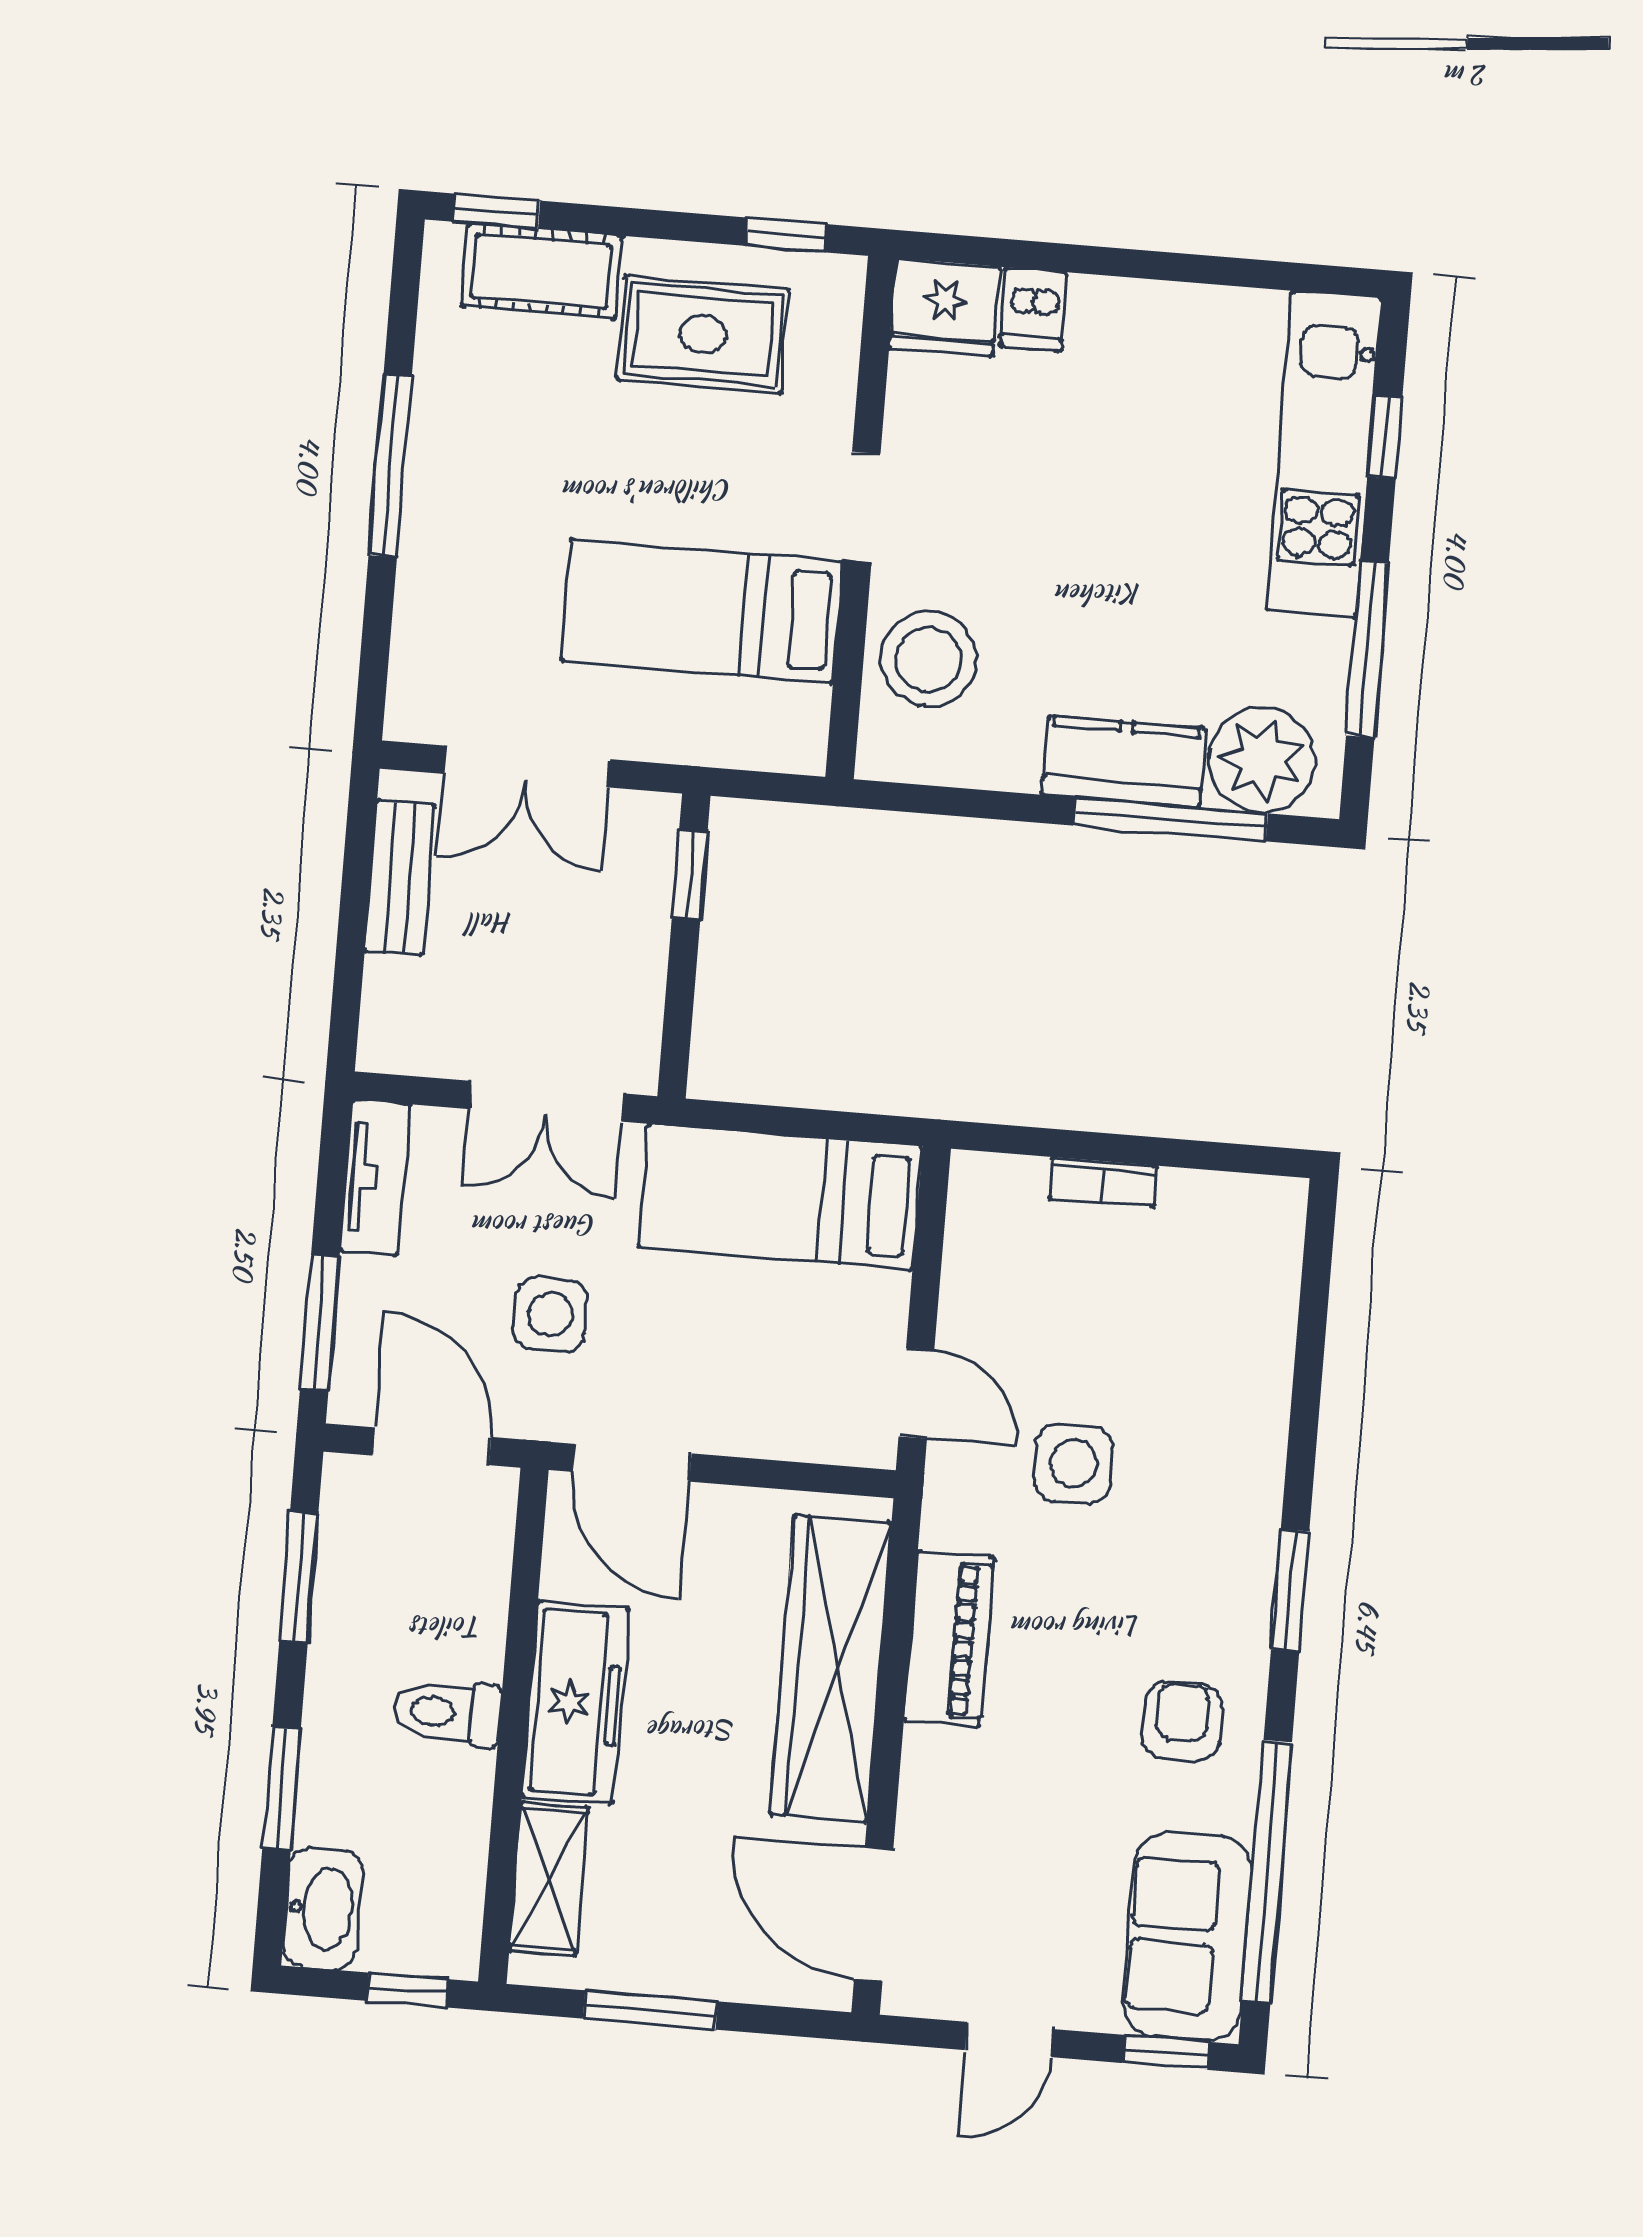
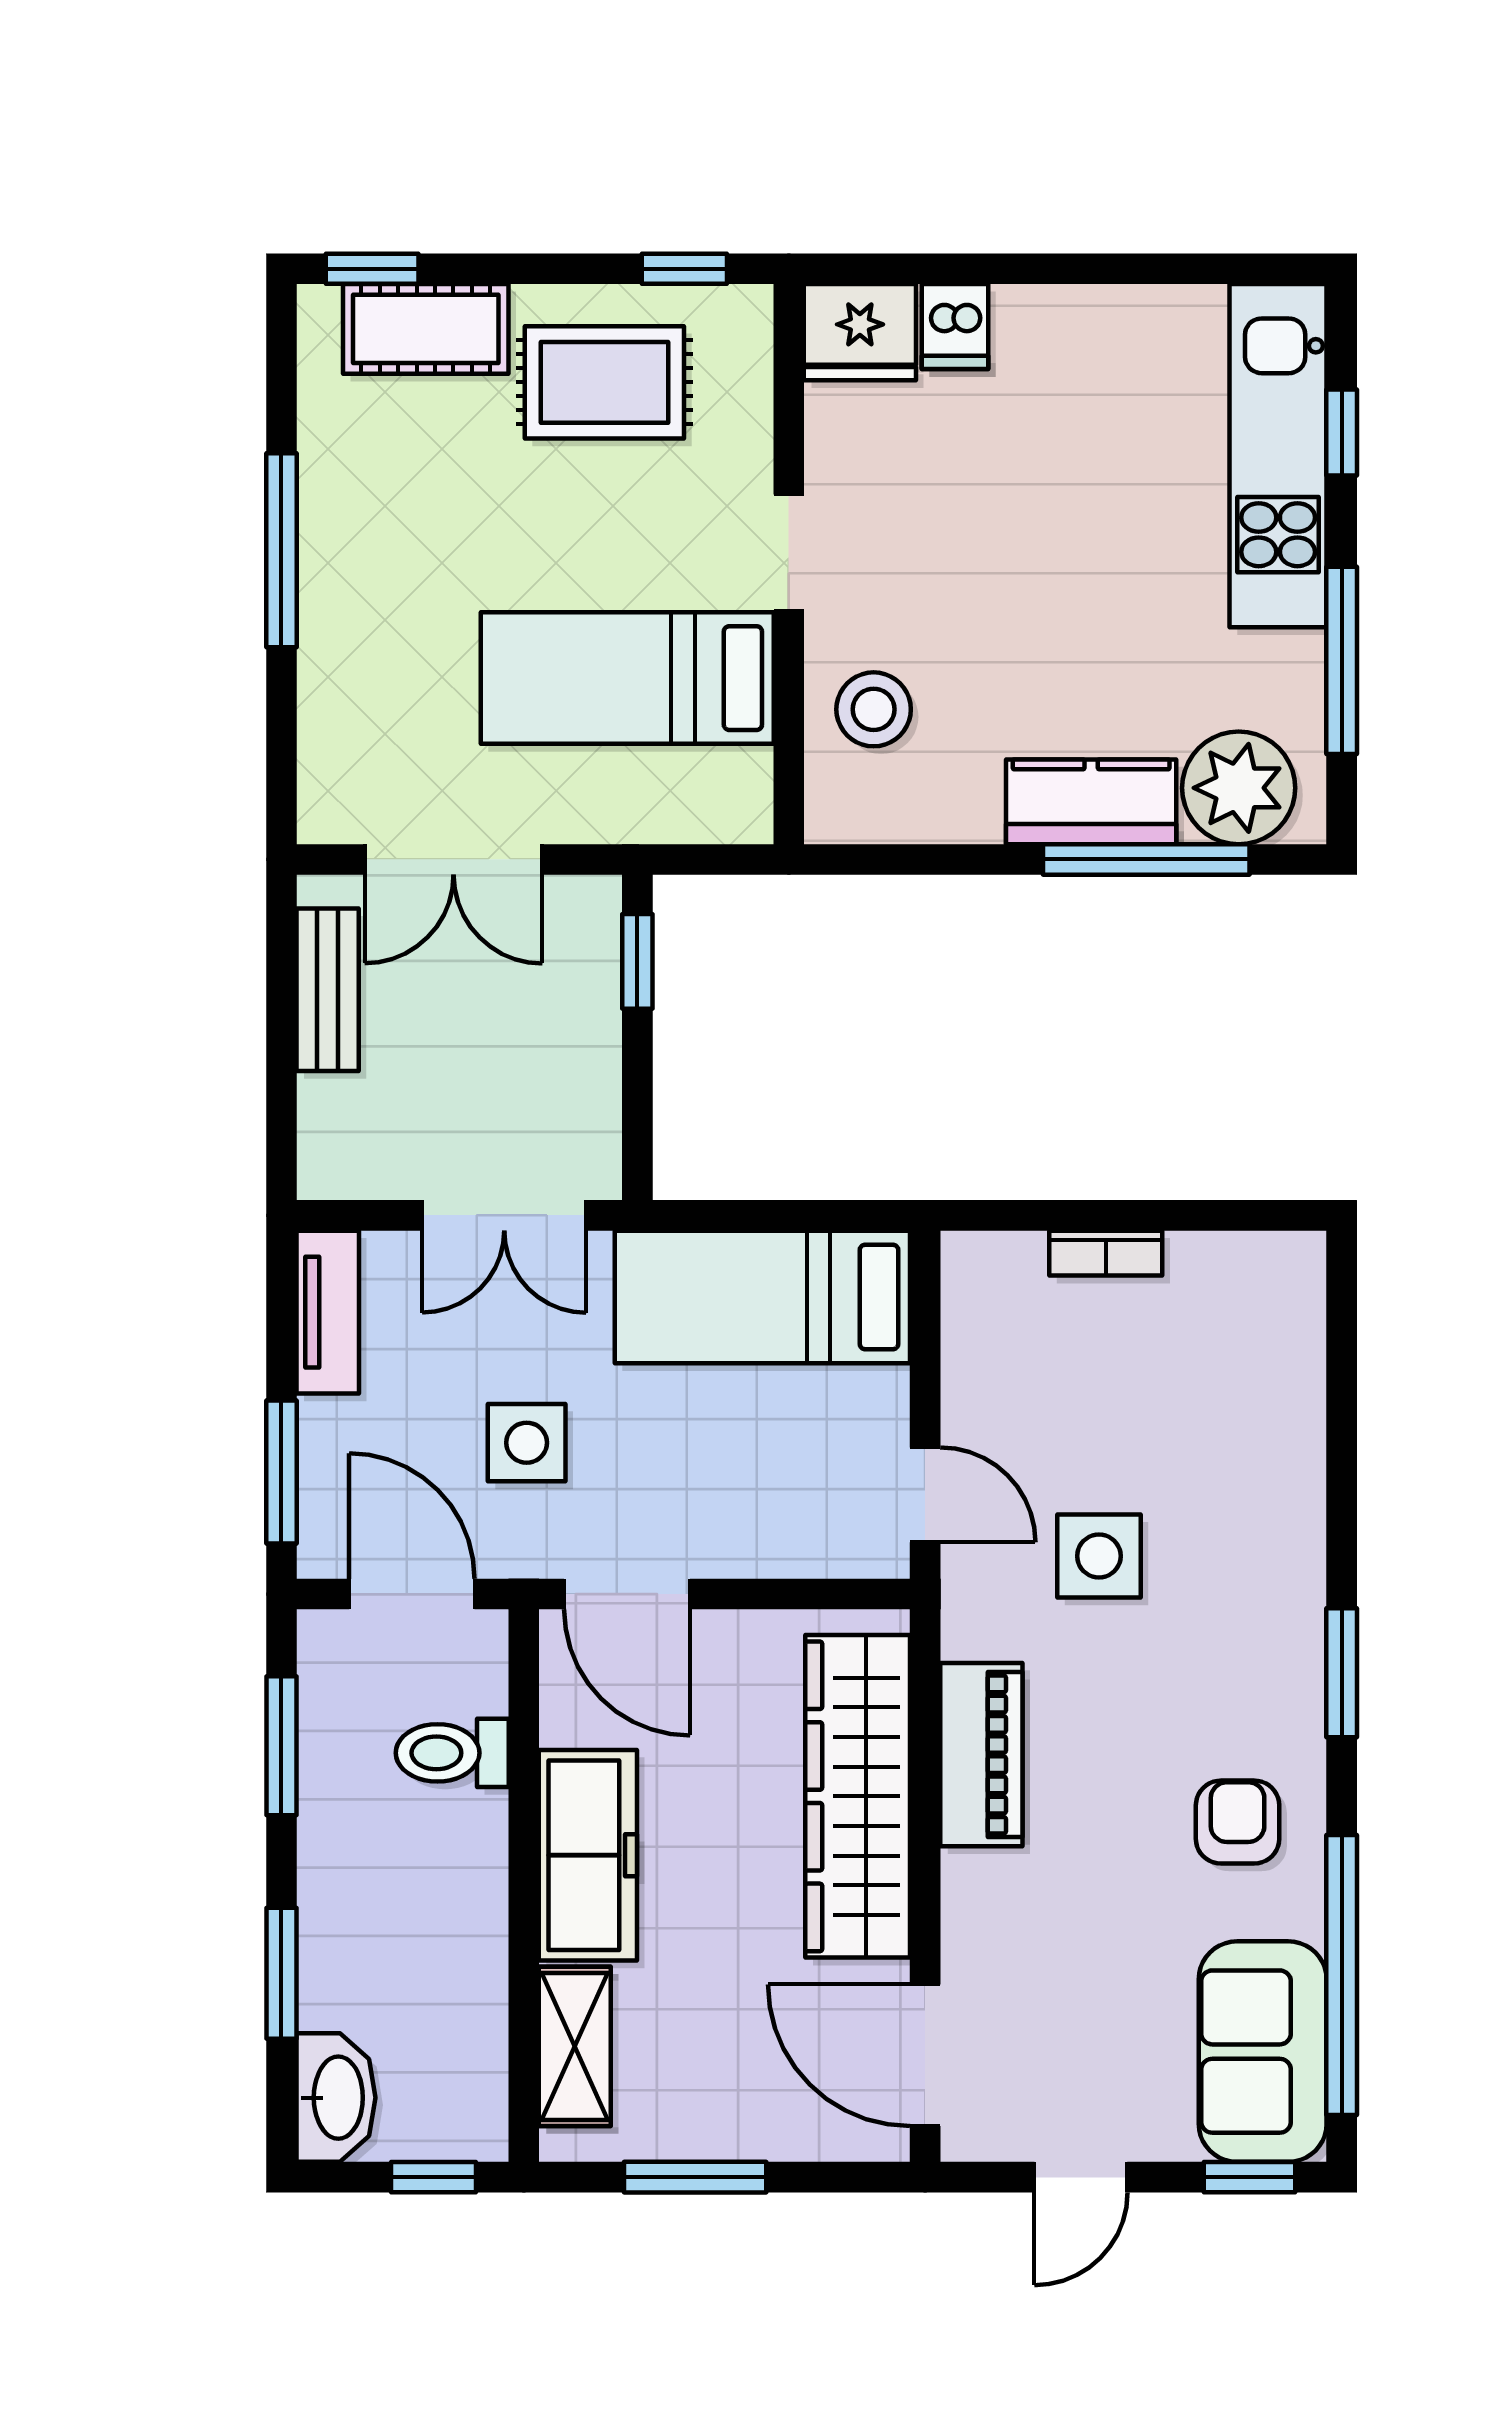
stool: (929, 659) -> (874, 709), width x0.73, depth x0.73
toilet: (448, 1712) -> (452, 1753), moved

